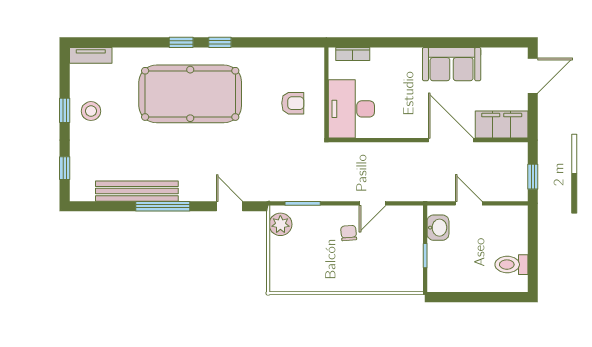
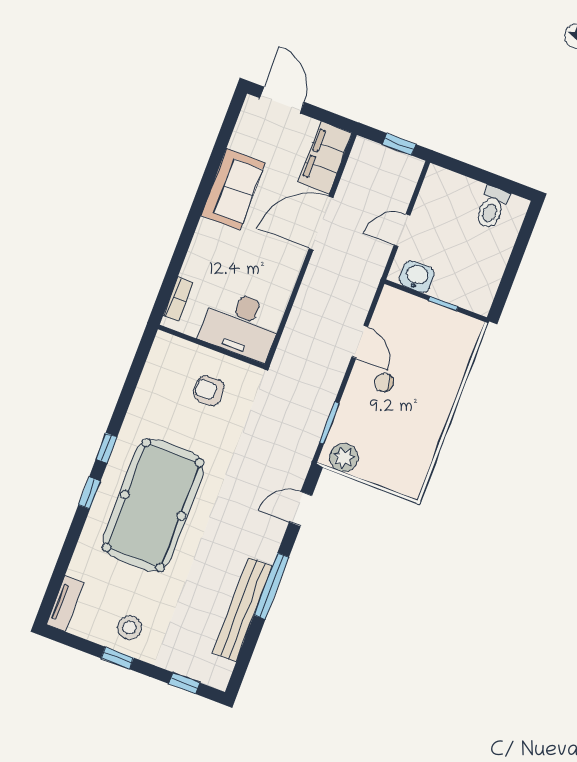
armchair: (293, 103) -> (209, 390), turned -90

